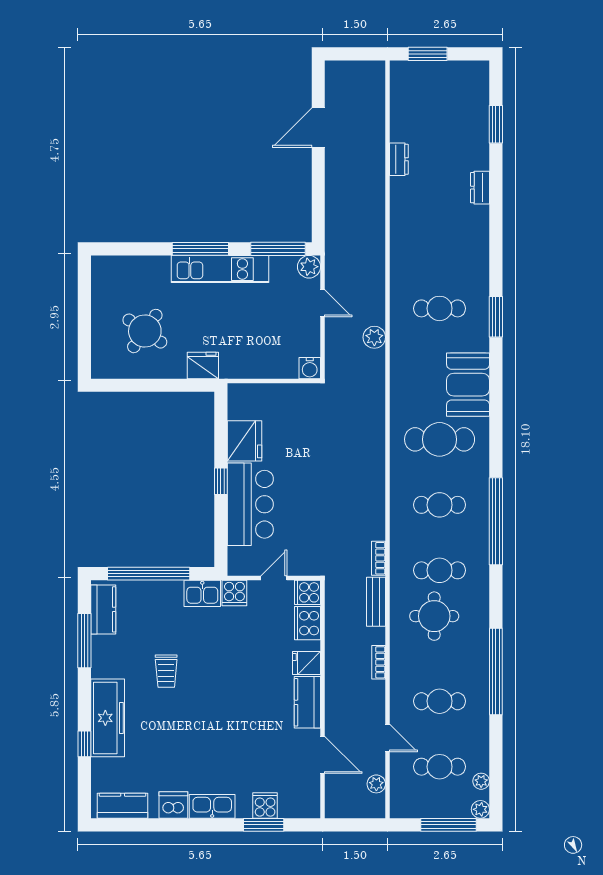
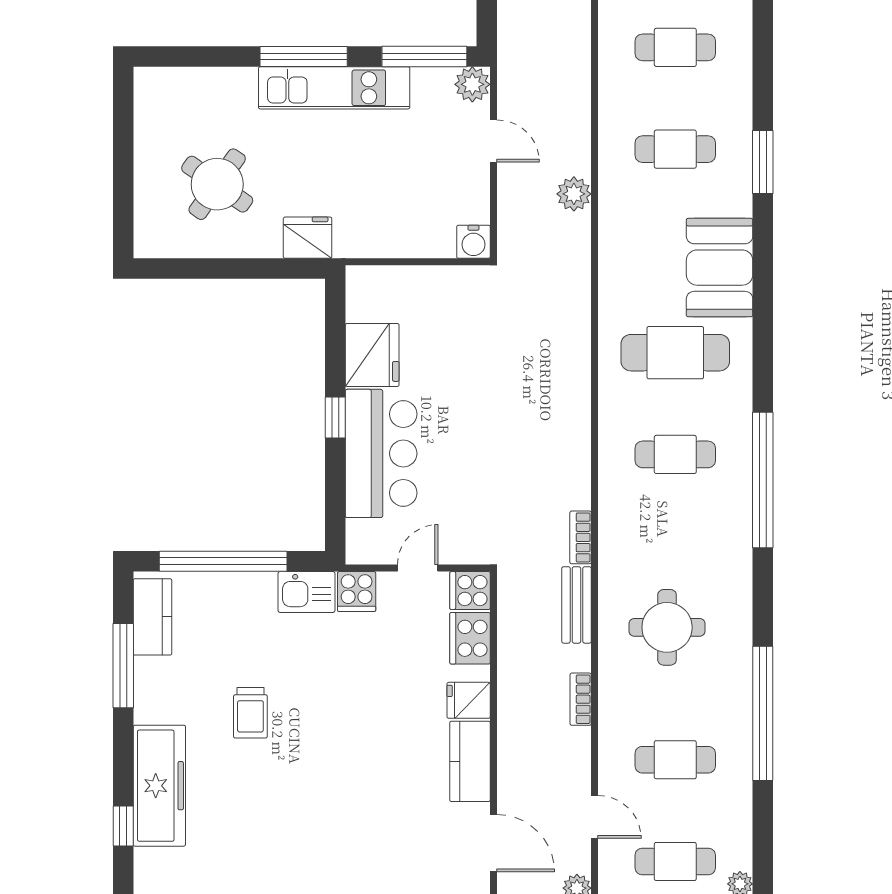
cafe table: (440, 570) -> (675, 47), moved

